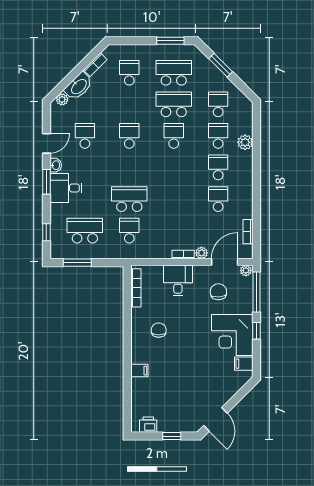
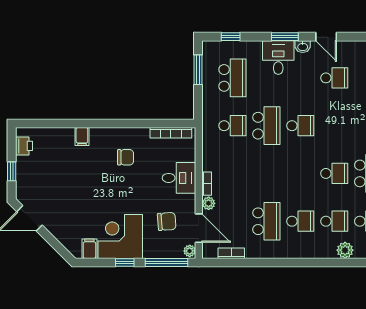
school desk: (129, 136) -> (300, 126), moved
plant: (245, 142) -> (345, 250), moved
school desk: (218, 199) -> (266, 221), width x1.85

